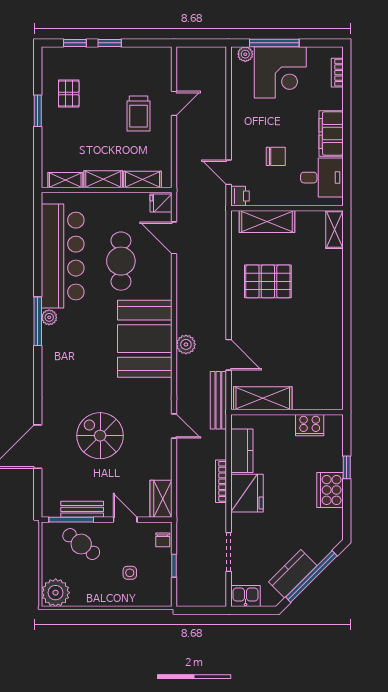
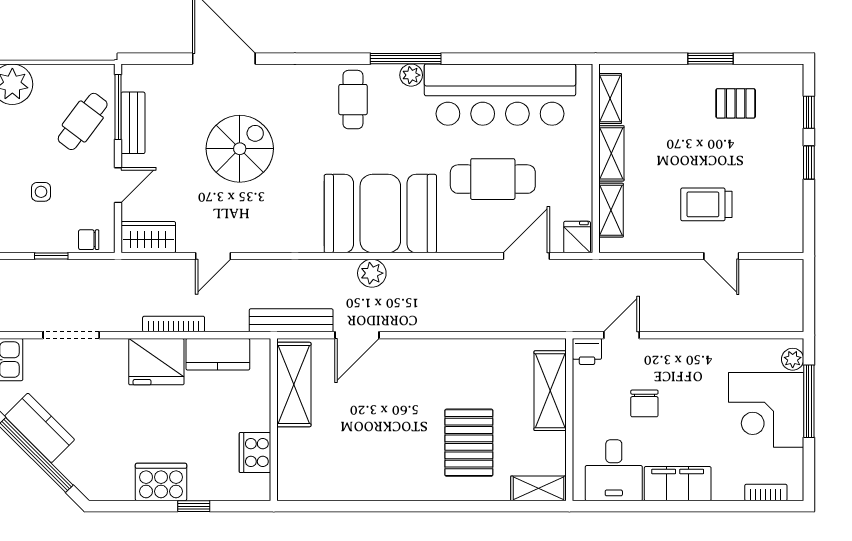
pallet: (268, 281) -> (469, 443), moved
cafe table: (66, 358) -> (353, 100), added
door: (174, 426) -> (213, 256), moved

